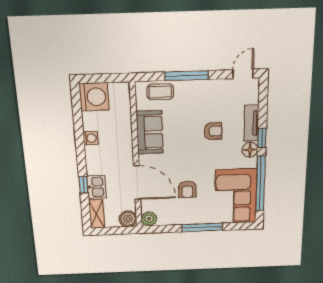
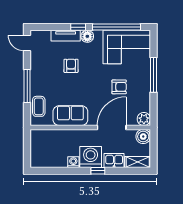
washing machine: (94, 97) -> (91, 157), moved
window: (83, 185) -> (98, 171), moved

